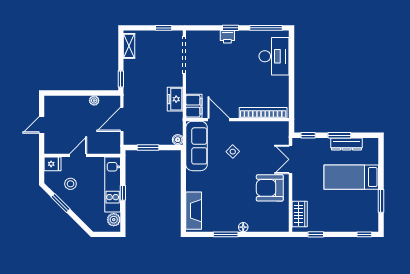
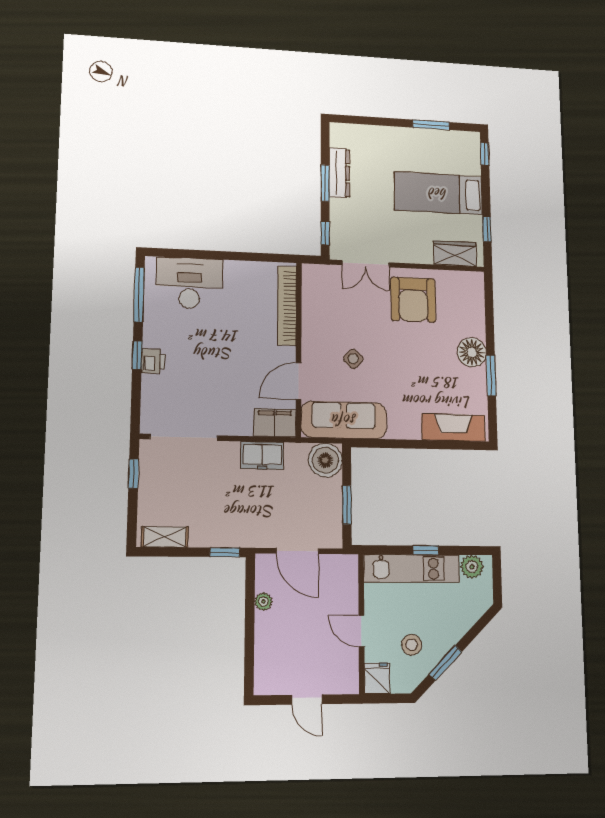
boiler: (178, 140) -> (325, 460), width x1.86, depth x1.86
bed: (351, 177) -> (438, 193), moved, turned 90
floor lamp: (243, 227) -> (472, 352), width x1.89, depth x1.89

